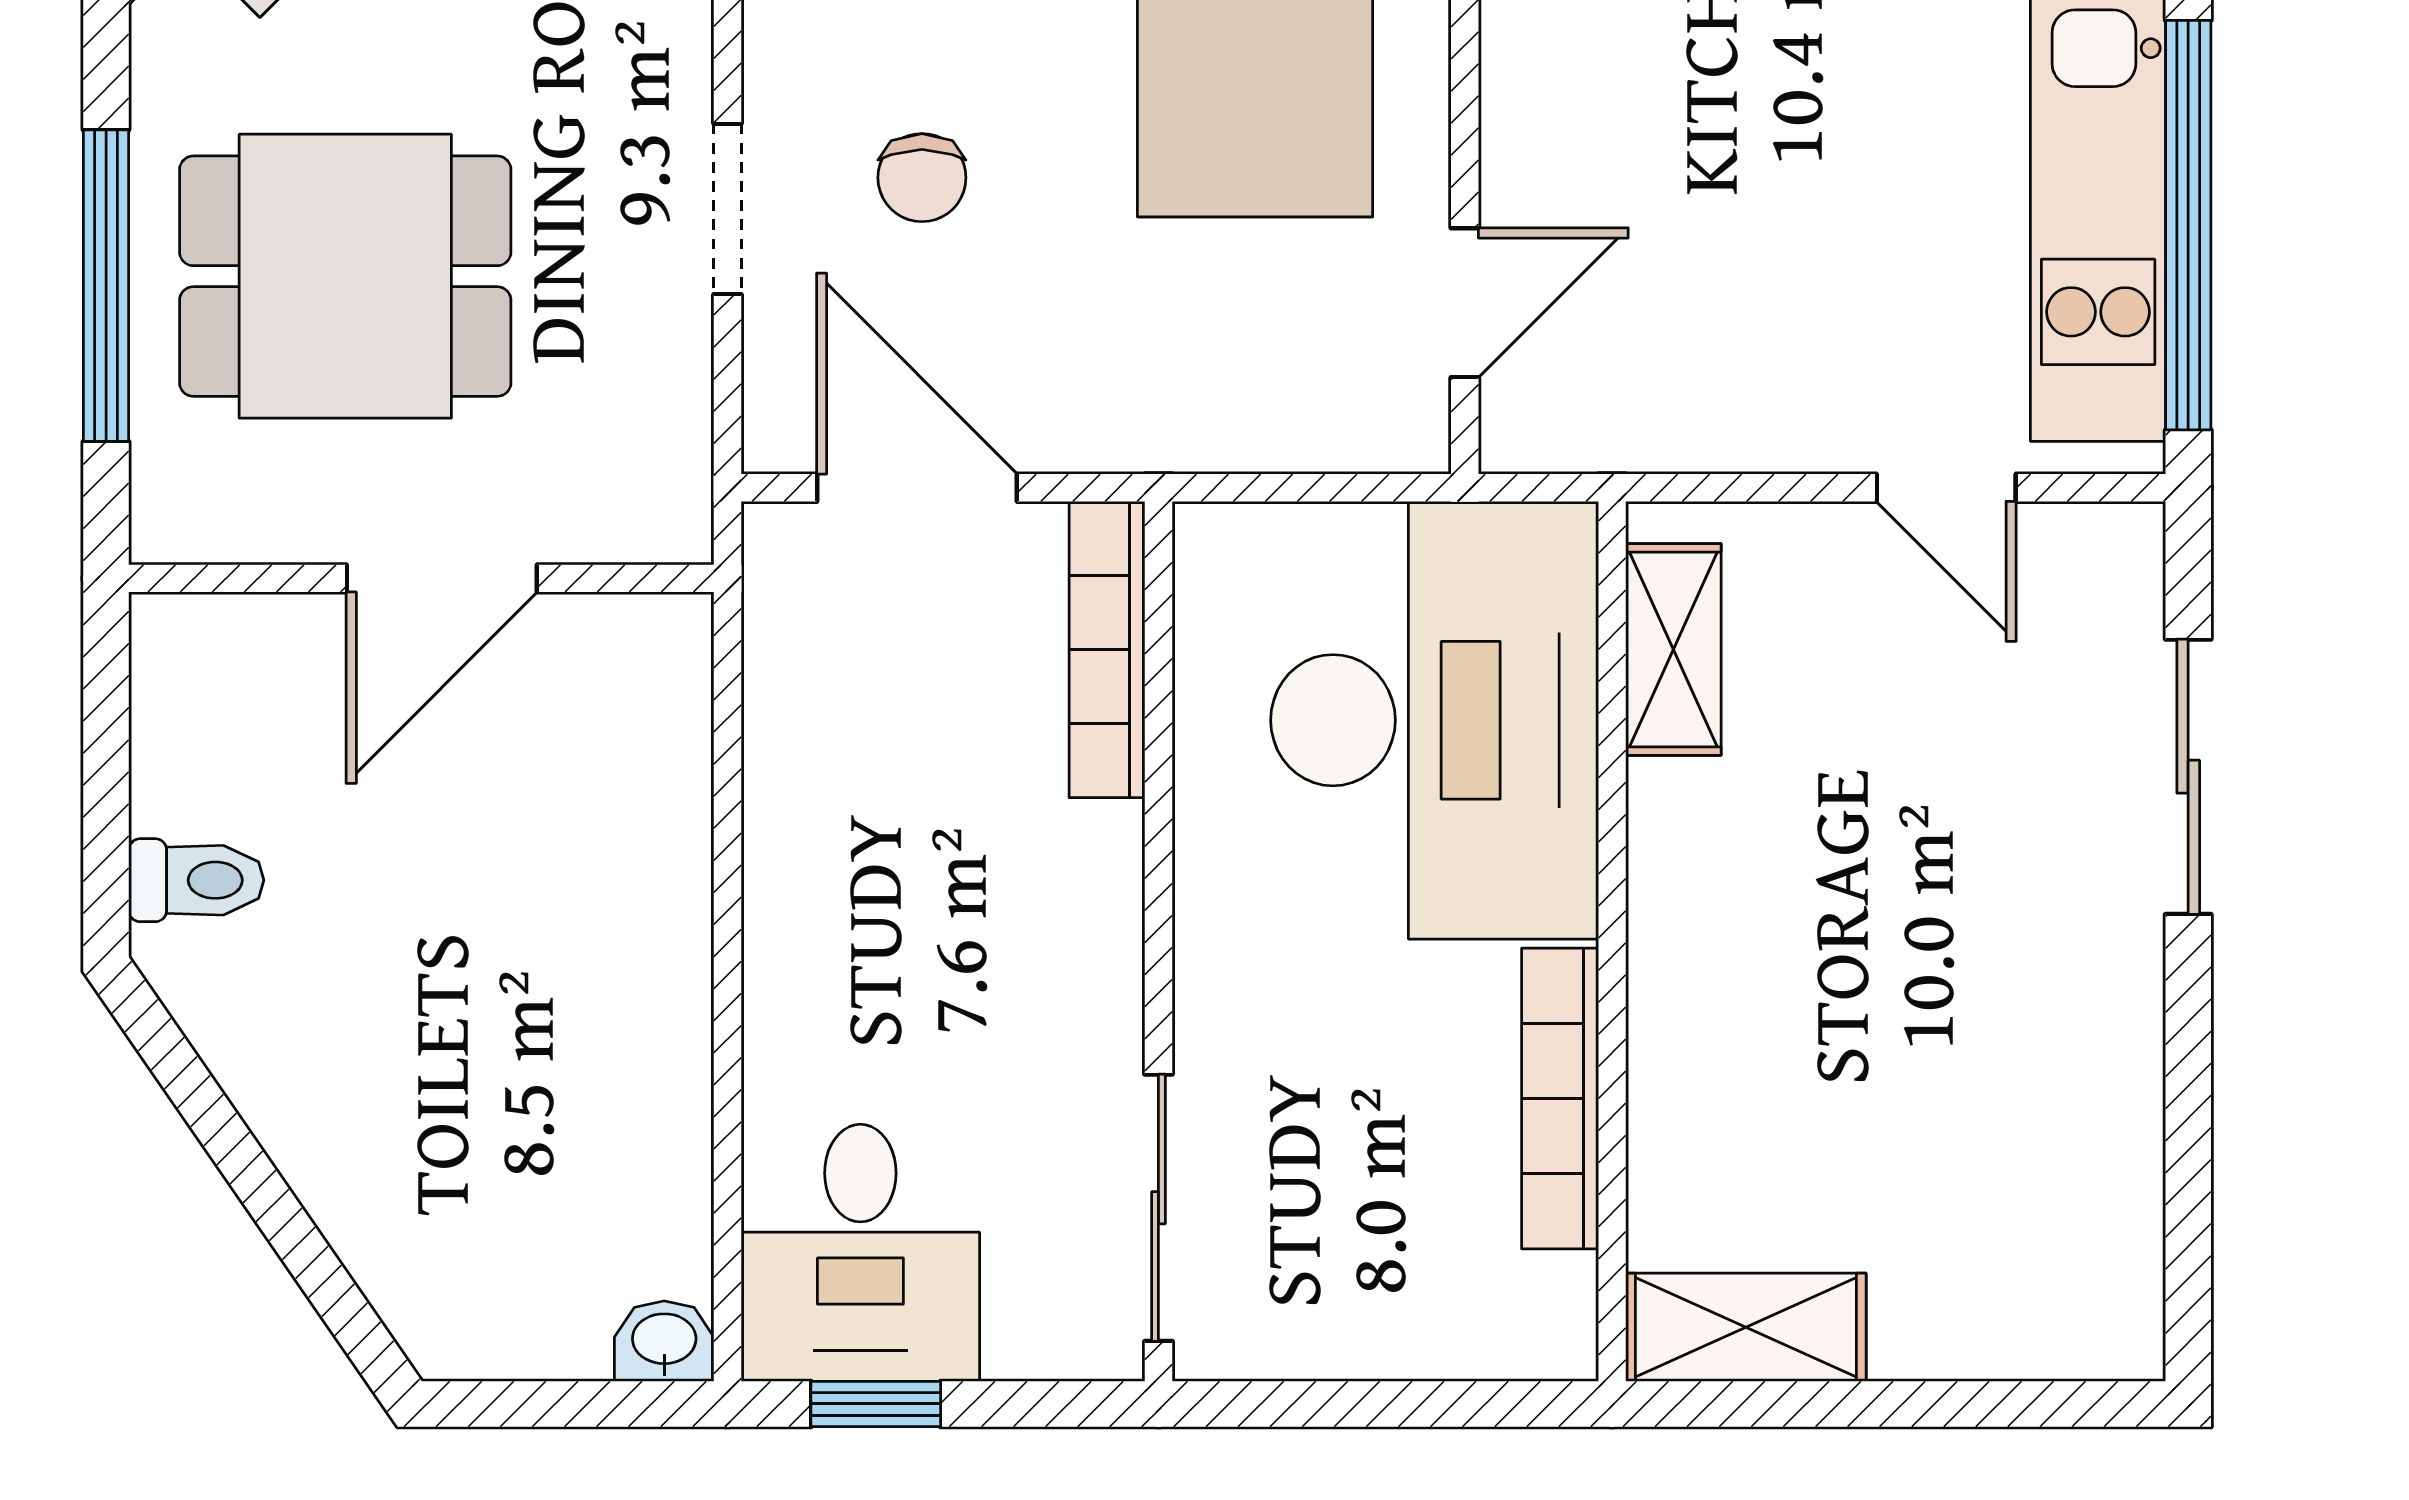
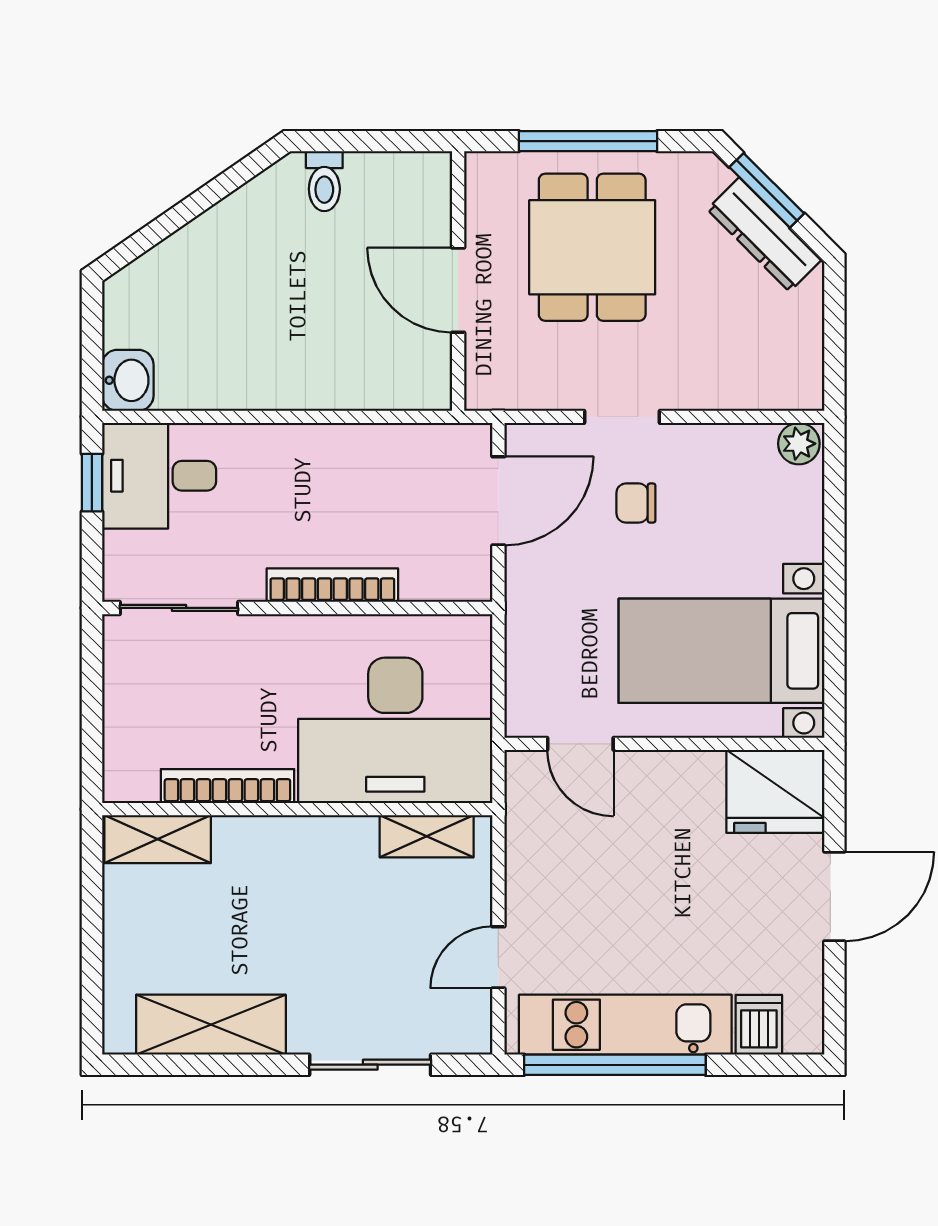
bookcase: (1107, 649) -> (332, 585), moved
shelving: (2098, 1136) -> (211, 1025), added
shelving: (1746, 1327) -> (158, 839), moved, turned 90
washbasin: (664, 1341) -> (128, 380), width x1.38, depth x1.45

